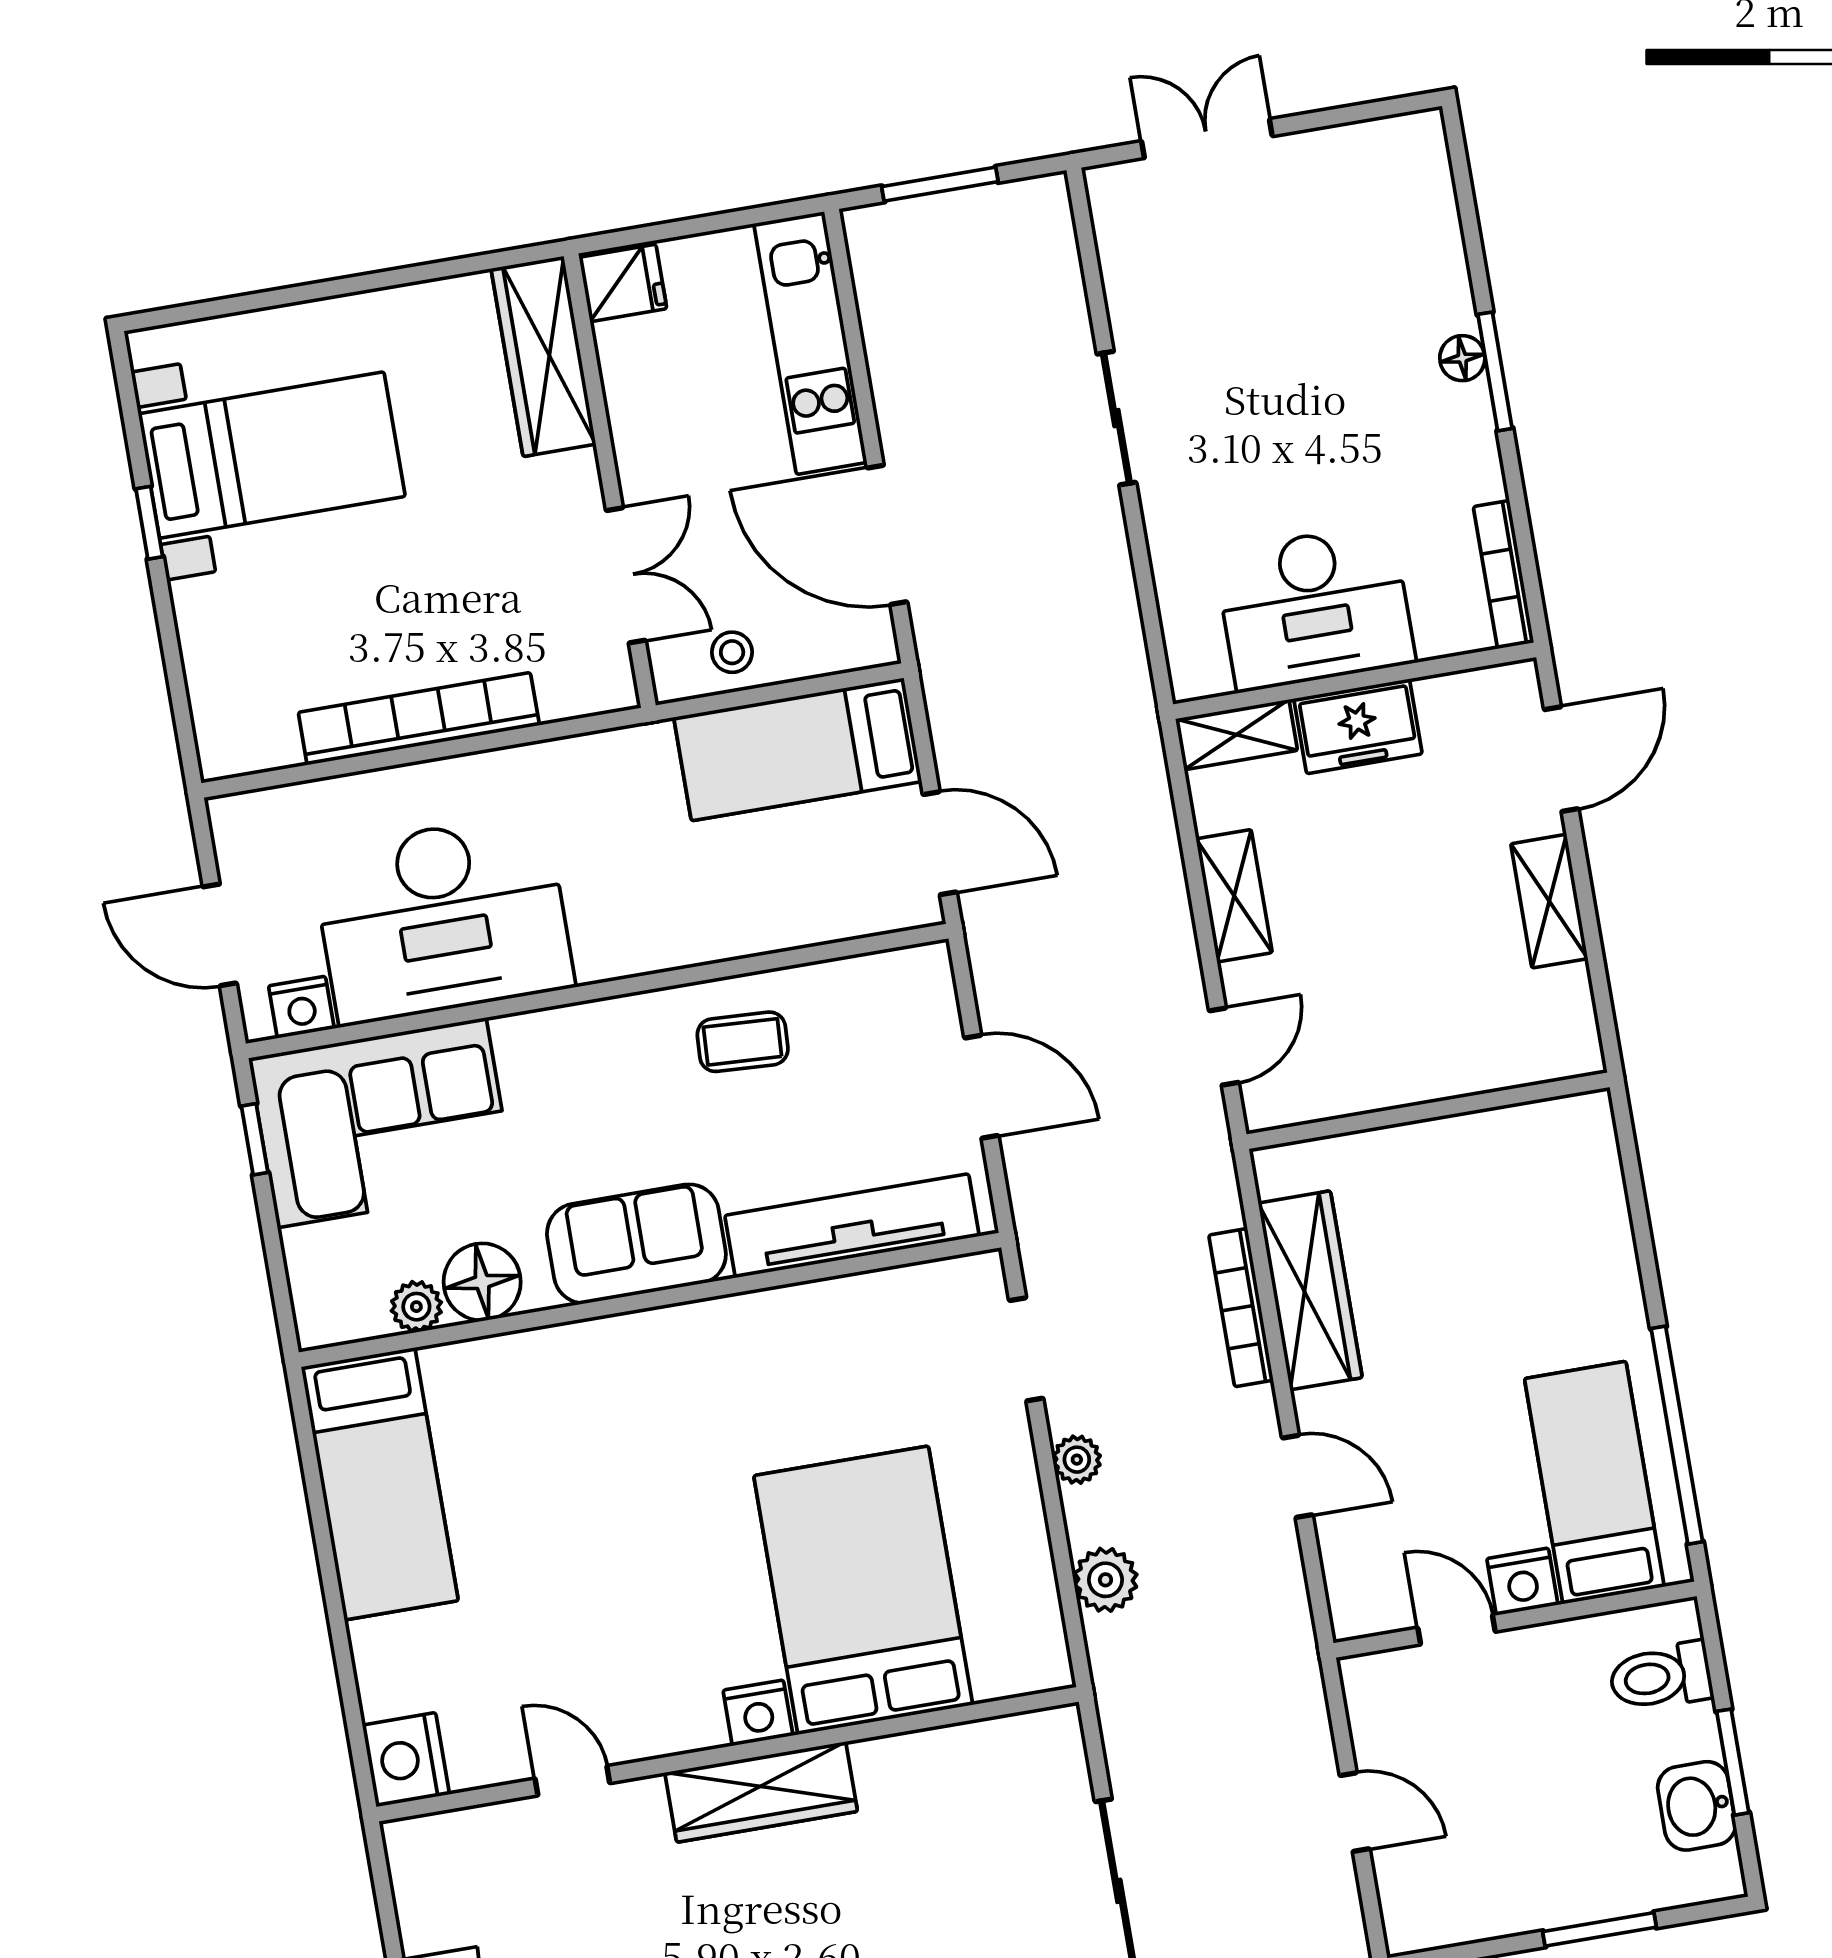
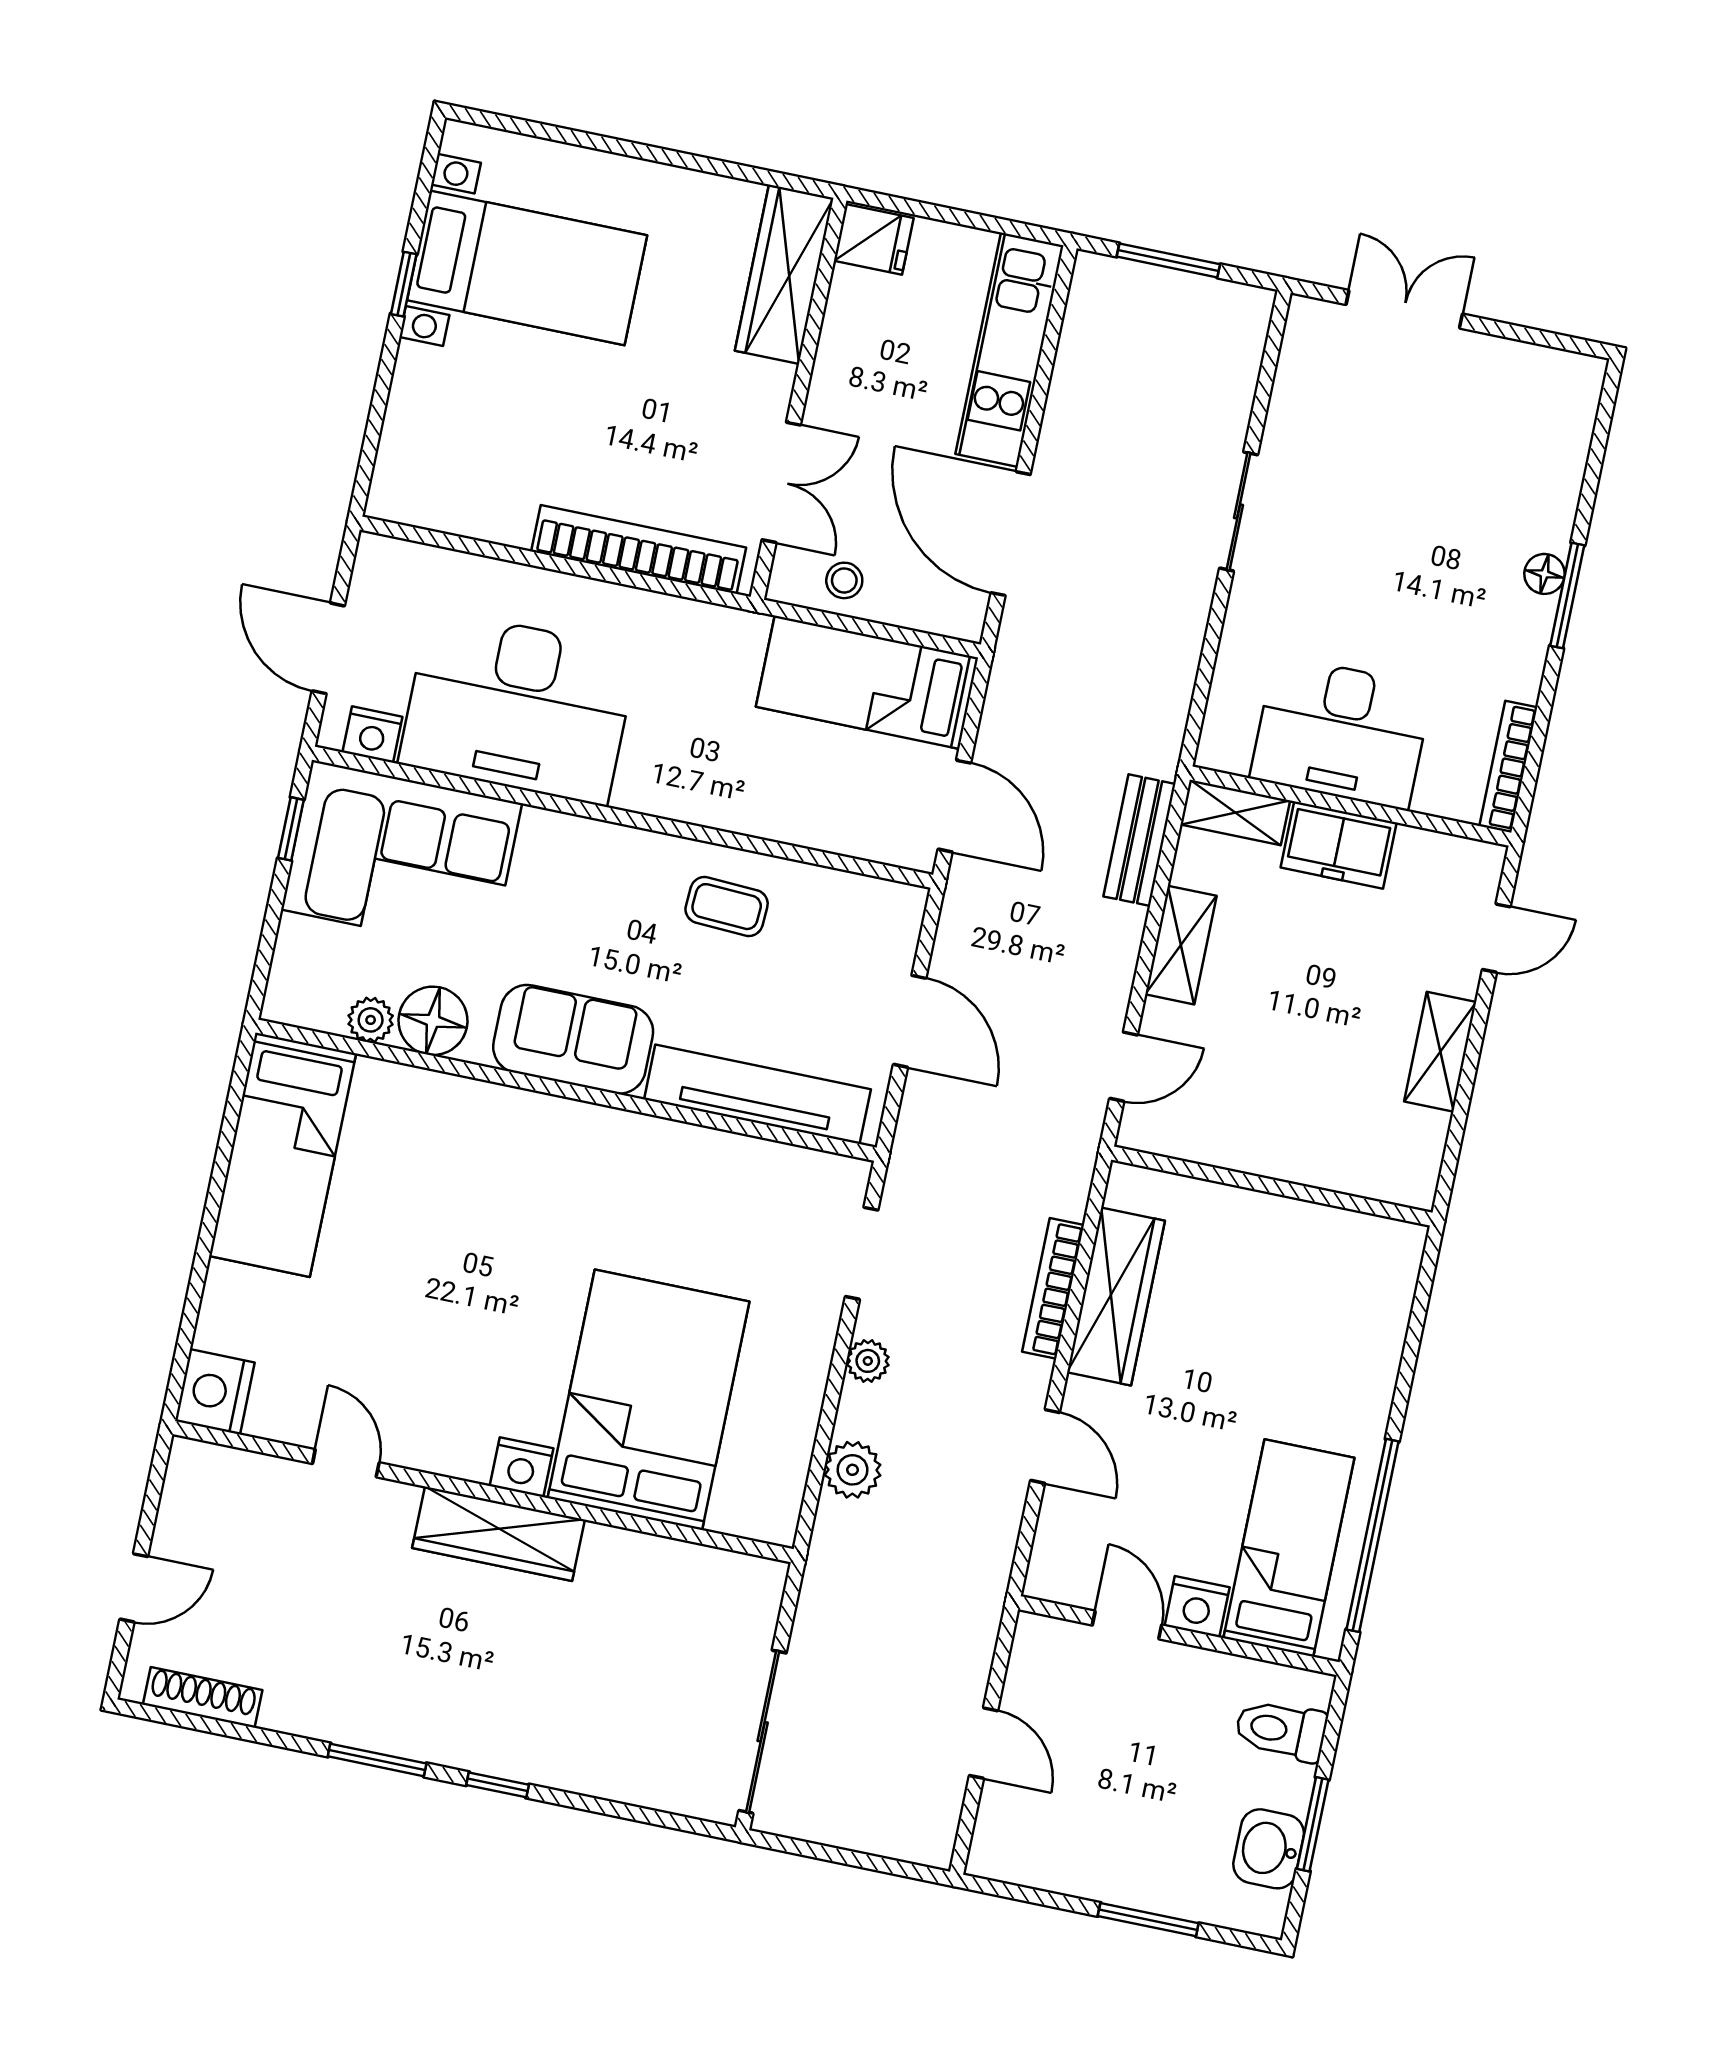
bookcase: (419, 719) -> (639, 550), moved
door: (1561, 759) -> (1496, 938), width x0.73
bench: (1148, 803) -> (1139, 840), added

